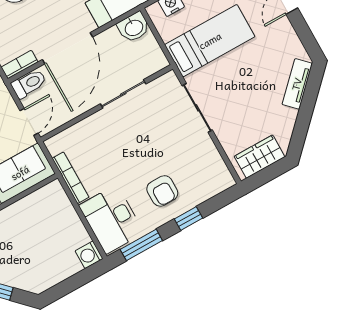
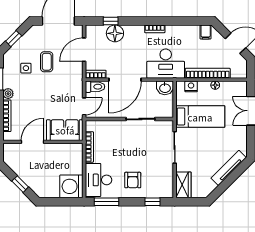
tv unit: (297, 84) -> (229, 168), width x1.41
wardrobe: (260, 157) -> (183, 185), moved, turned 90
window: (188, 219) -> (152, 202), moved
washing machine: (89, 255) -> (71, 186), width x1.89, depth x1.89

